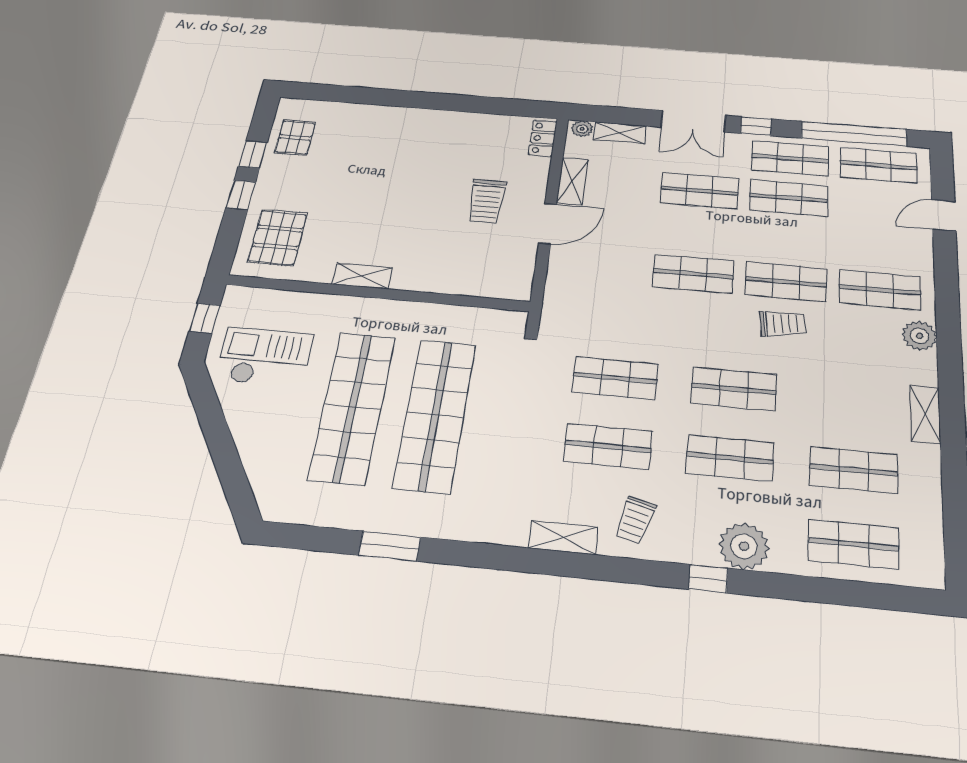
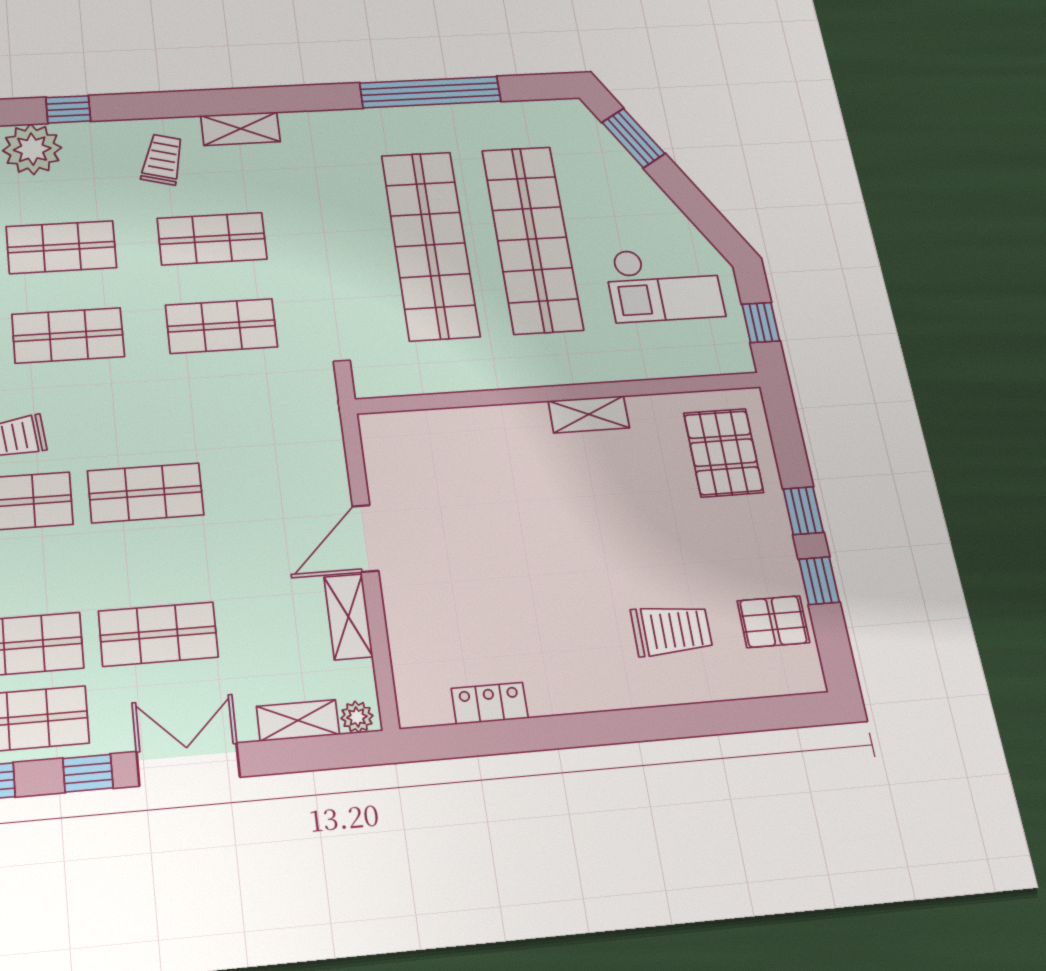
pallet: (295, 137) -> (773, 622), turned 90
locker: (543, 138) -> (490, 703), moved, turned -90
trolley: (487, 201) -> (672, 630), moved, turned 90
window: (233, 478) -> (633, 138), added
window: (390, 546) -> (430, 92), width x2.11

